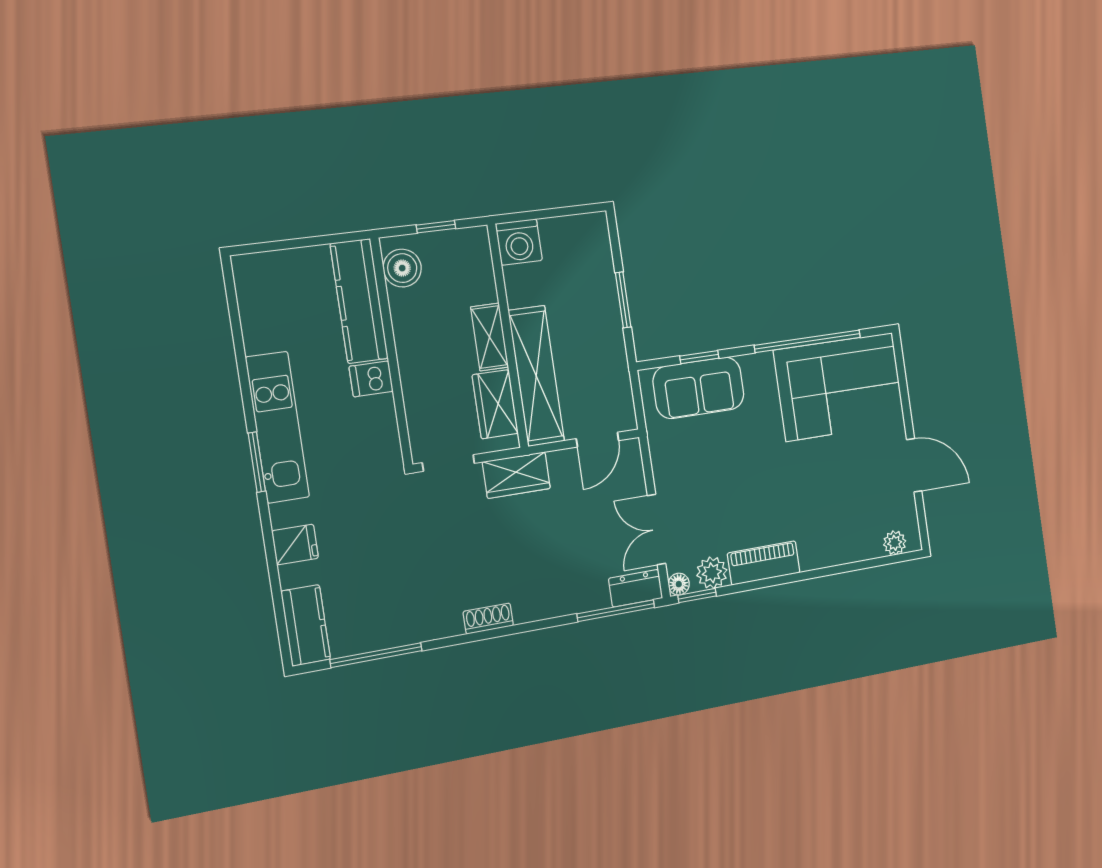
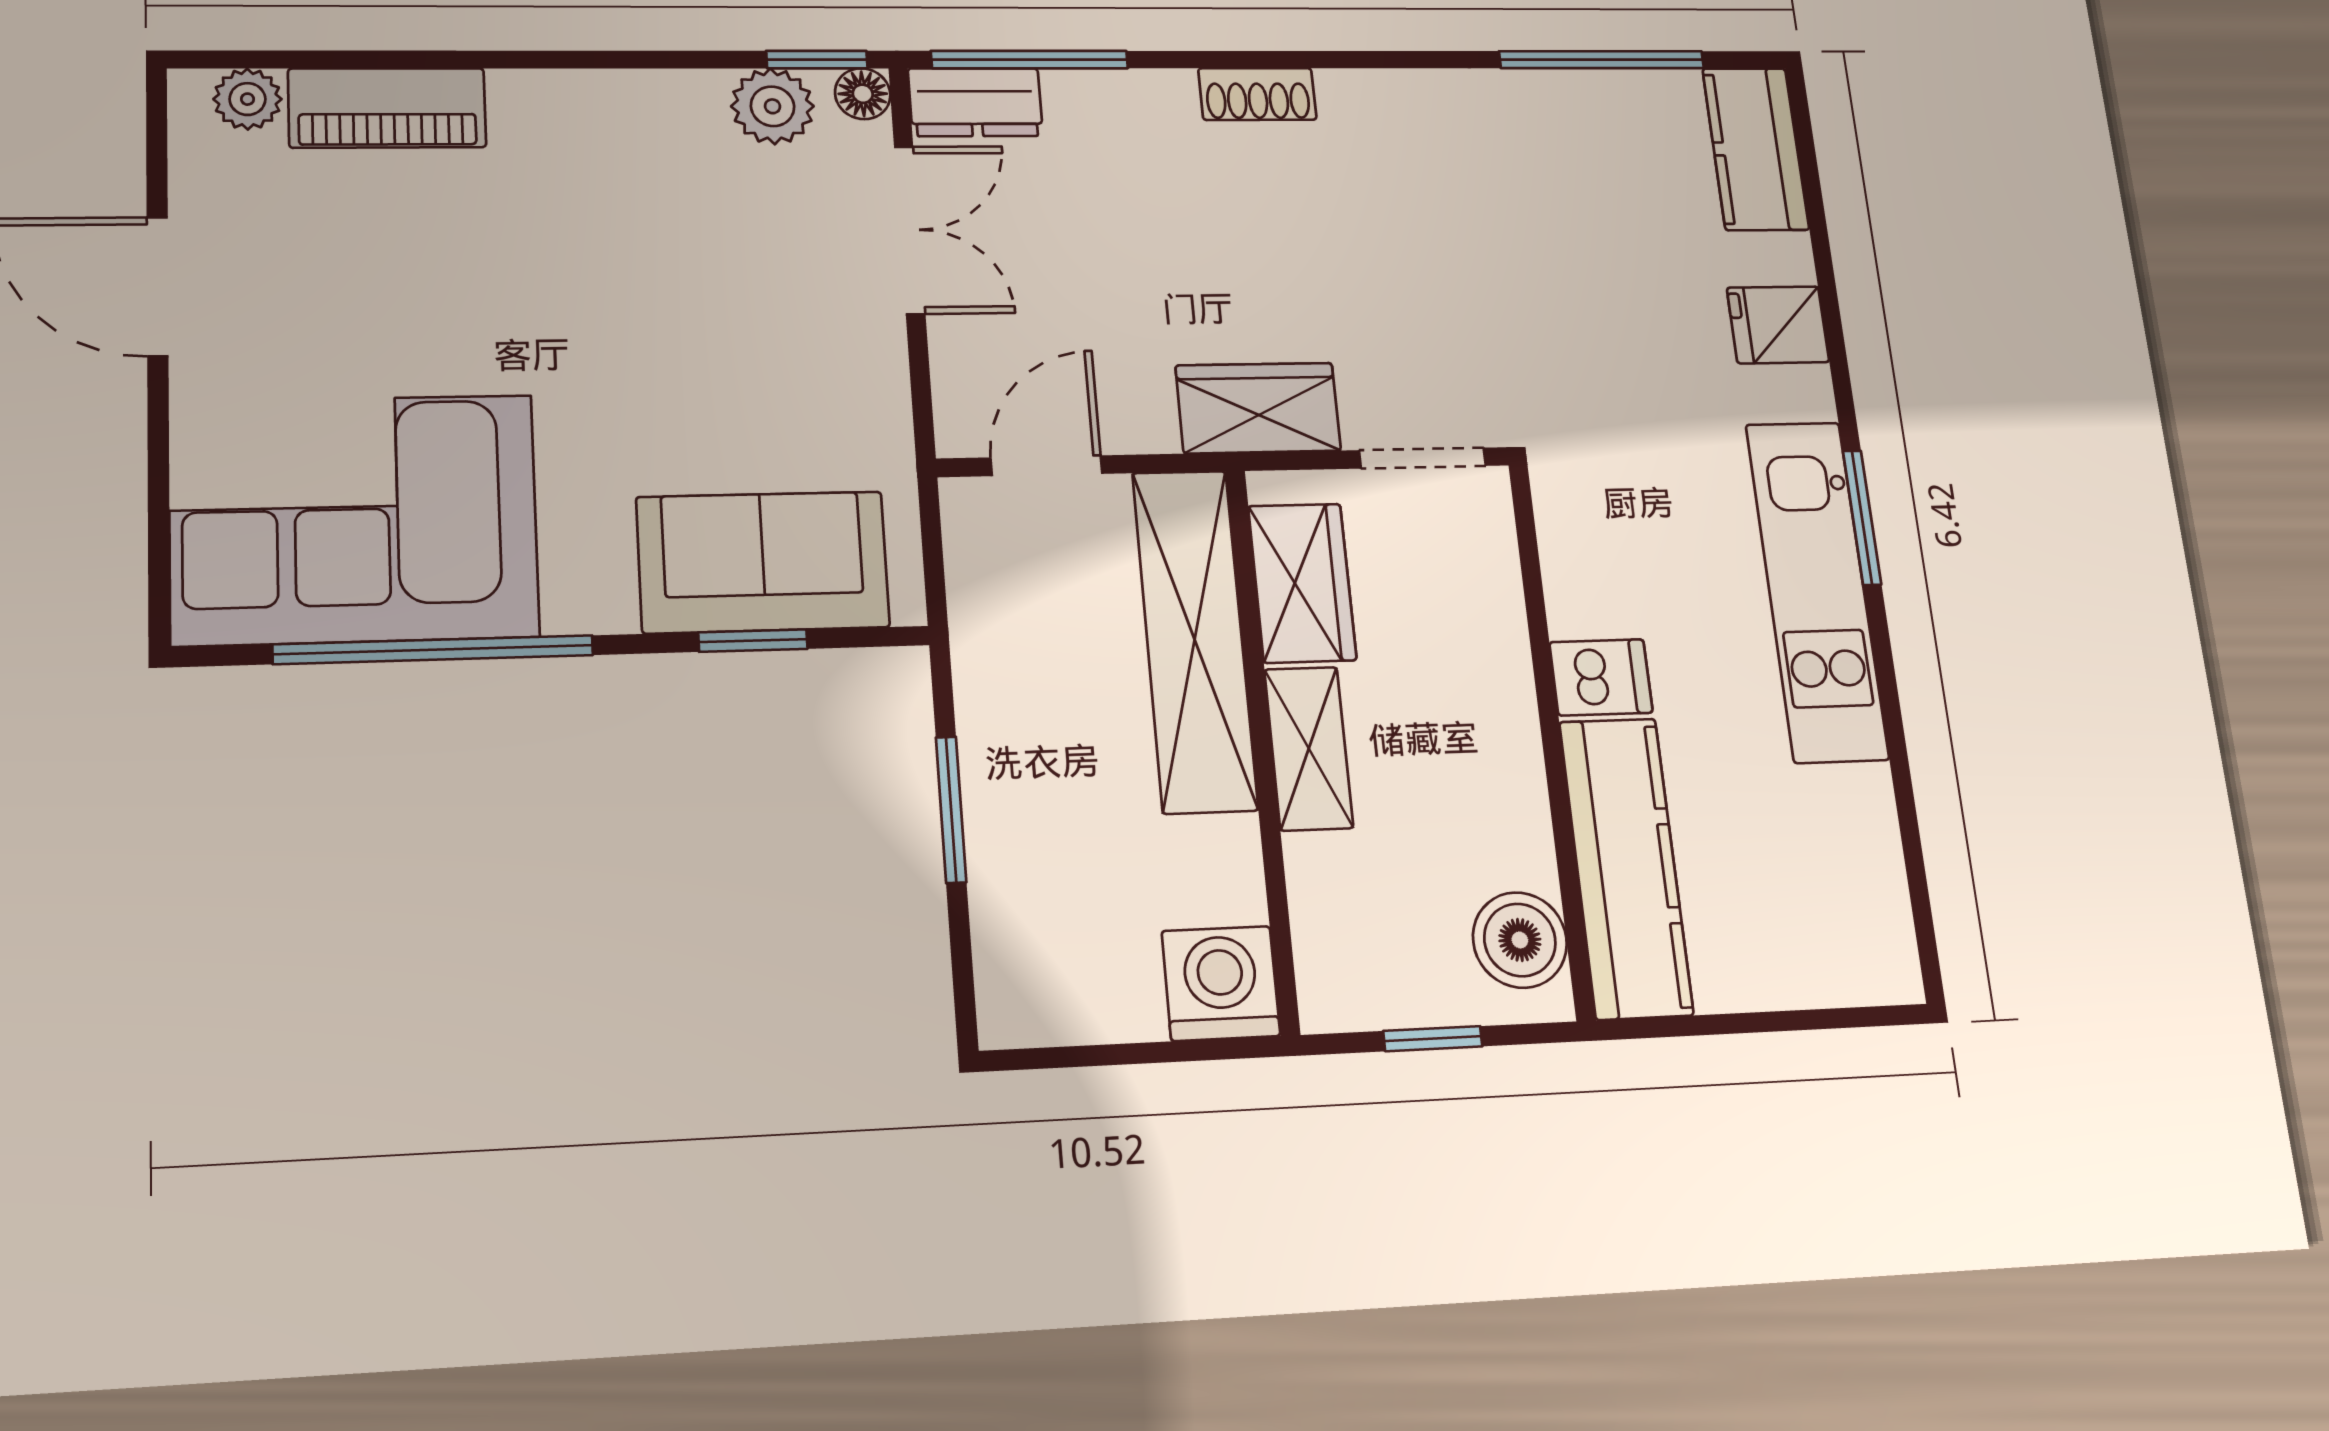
piano: (764, 563) -> (387, 108), moved
shoe rack: (488, 619) -> (1257, 94), moved

